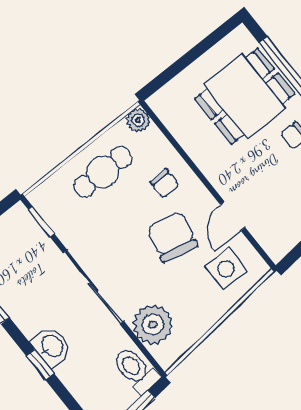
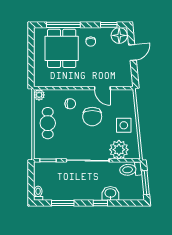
chair: (172, 237) -> (92, 117), turned -103
side table: (226, 269) -> (124, 125), moved
washbasin: (52, 346) -> (110, 193), moved

